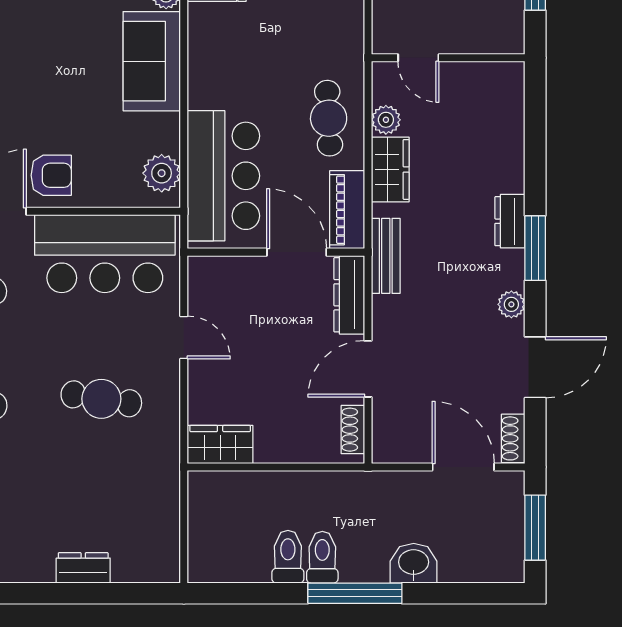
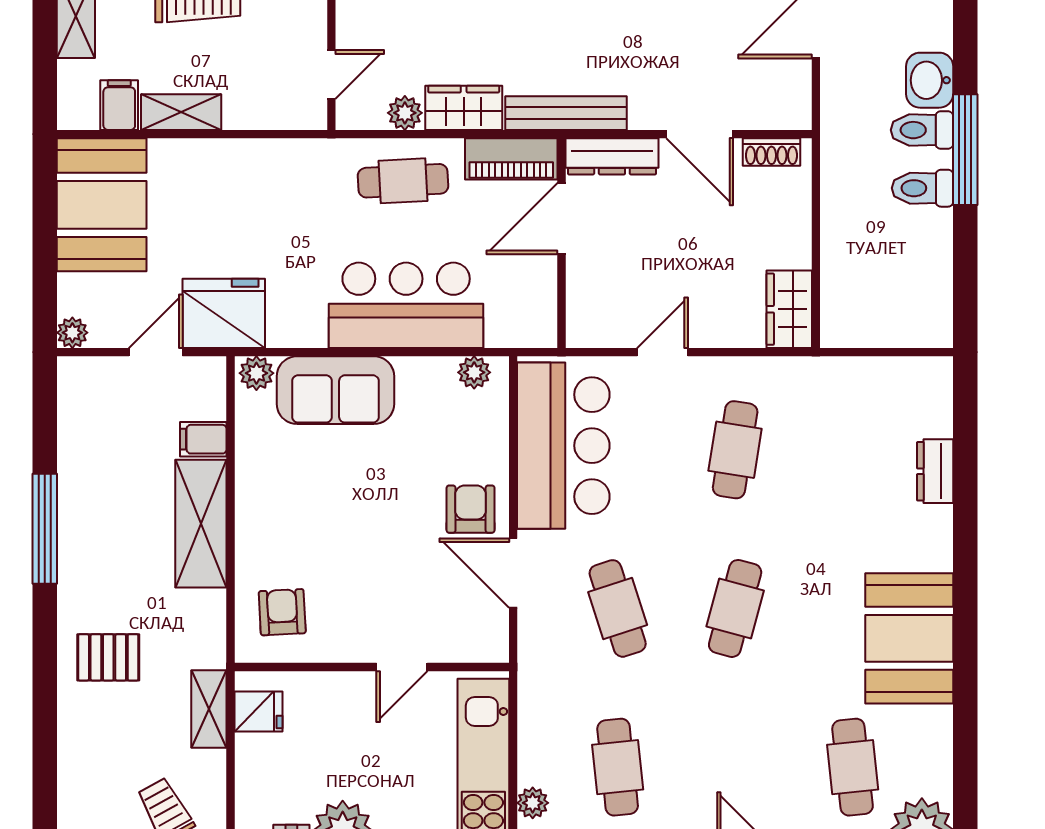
plant: (162, 173) -> (474, 372), width x0.73, depth x0.73
bar counter: (223, 176) -> (406, 305), moved
bench: (386, 256) -> (566, 113), width x1.36
toilet: (288, 557) -> (922, 130), moved

